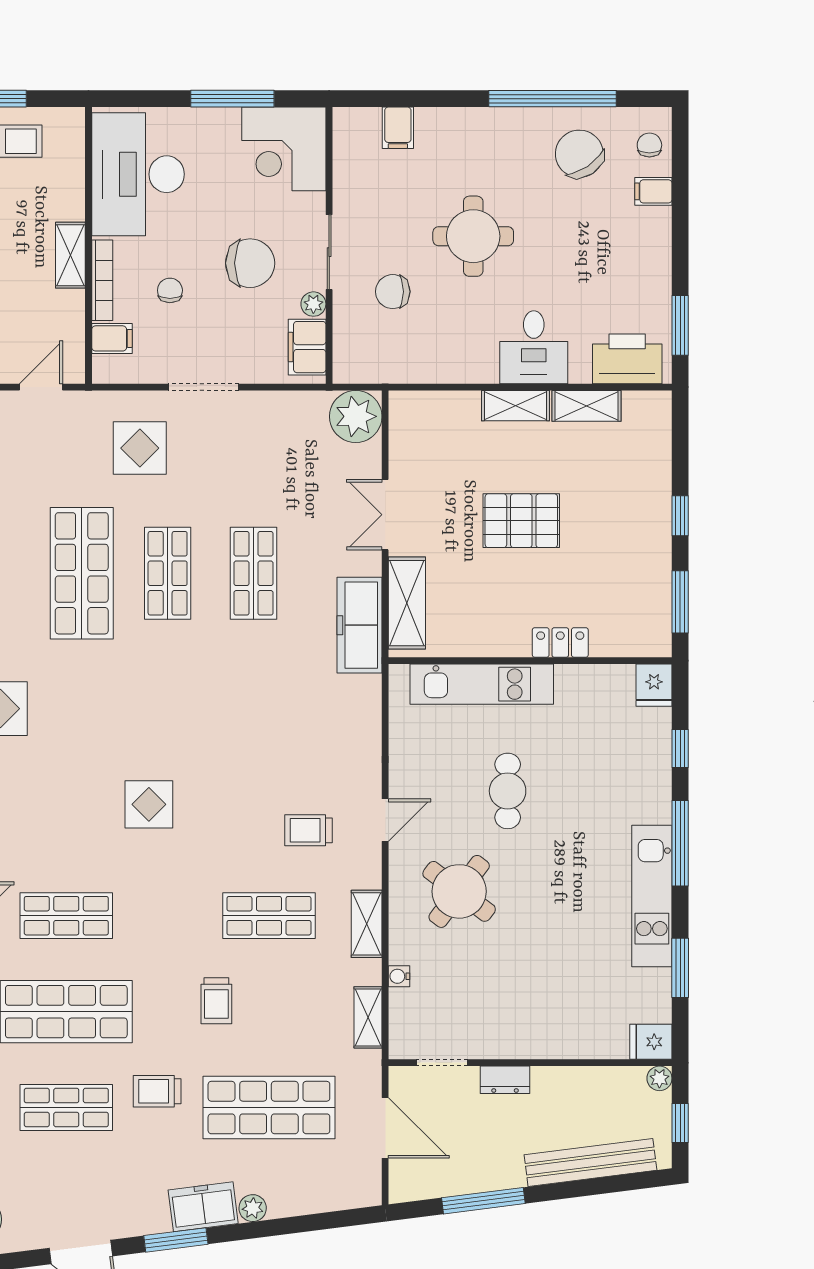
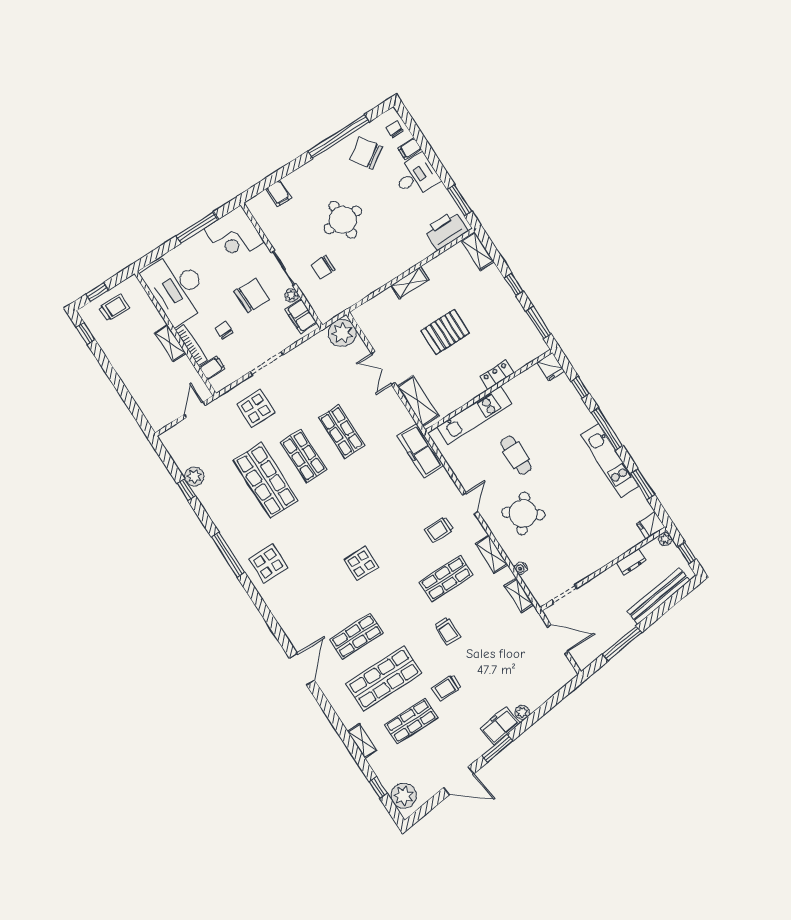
desk: (534, 347) -> (416, 176), moved, turned -90
shelving: (587, 406) -> (477, 251), moved, turned 90
freezer: (360, 625) -> (420, 451), moved
dresser: (505, 1080) -> (631, 562), moved
shop shelf: (269, 1108) -> (501, 663), removed

